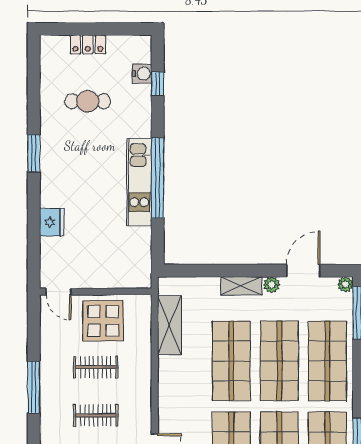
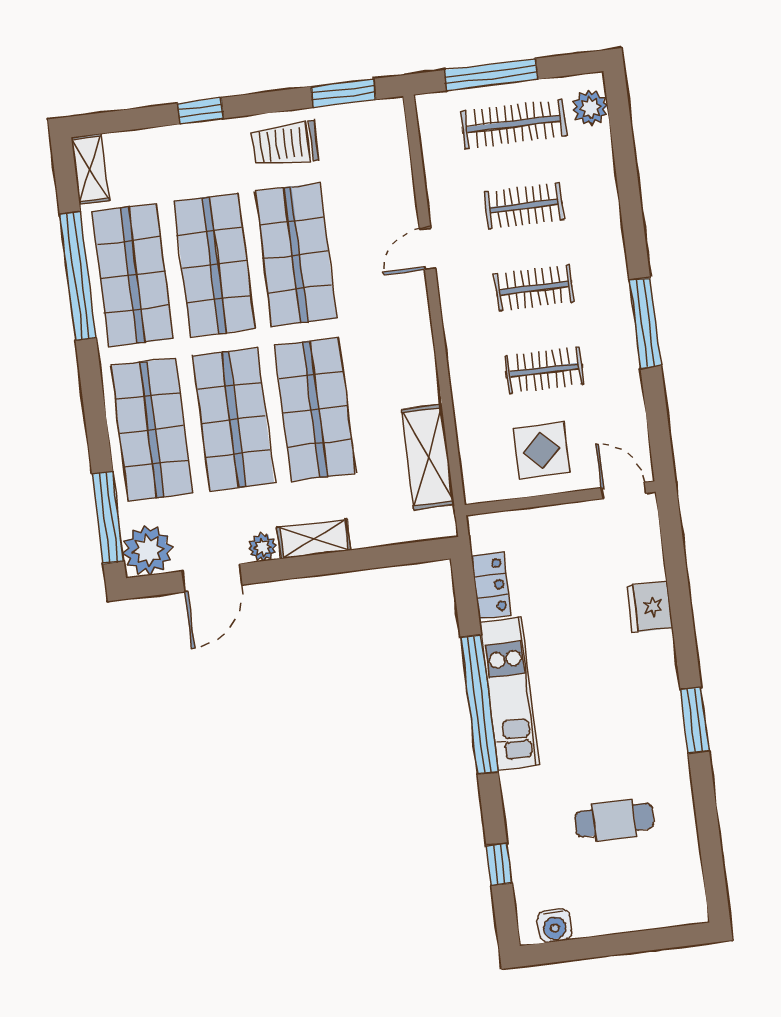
locker: (88, 44) -> (491, 585), moved, turned 90
water cooler: (142, 74) -> (555, 925), moved, turned -90
plant: (345, 284) -> (148, 550), width x1.88, depth x1.88
display table: (103, 321) -> (541, 450), width x0.73, depth x0.73

